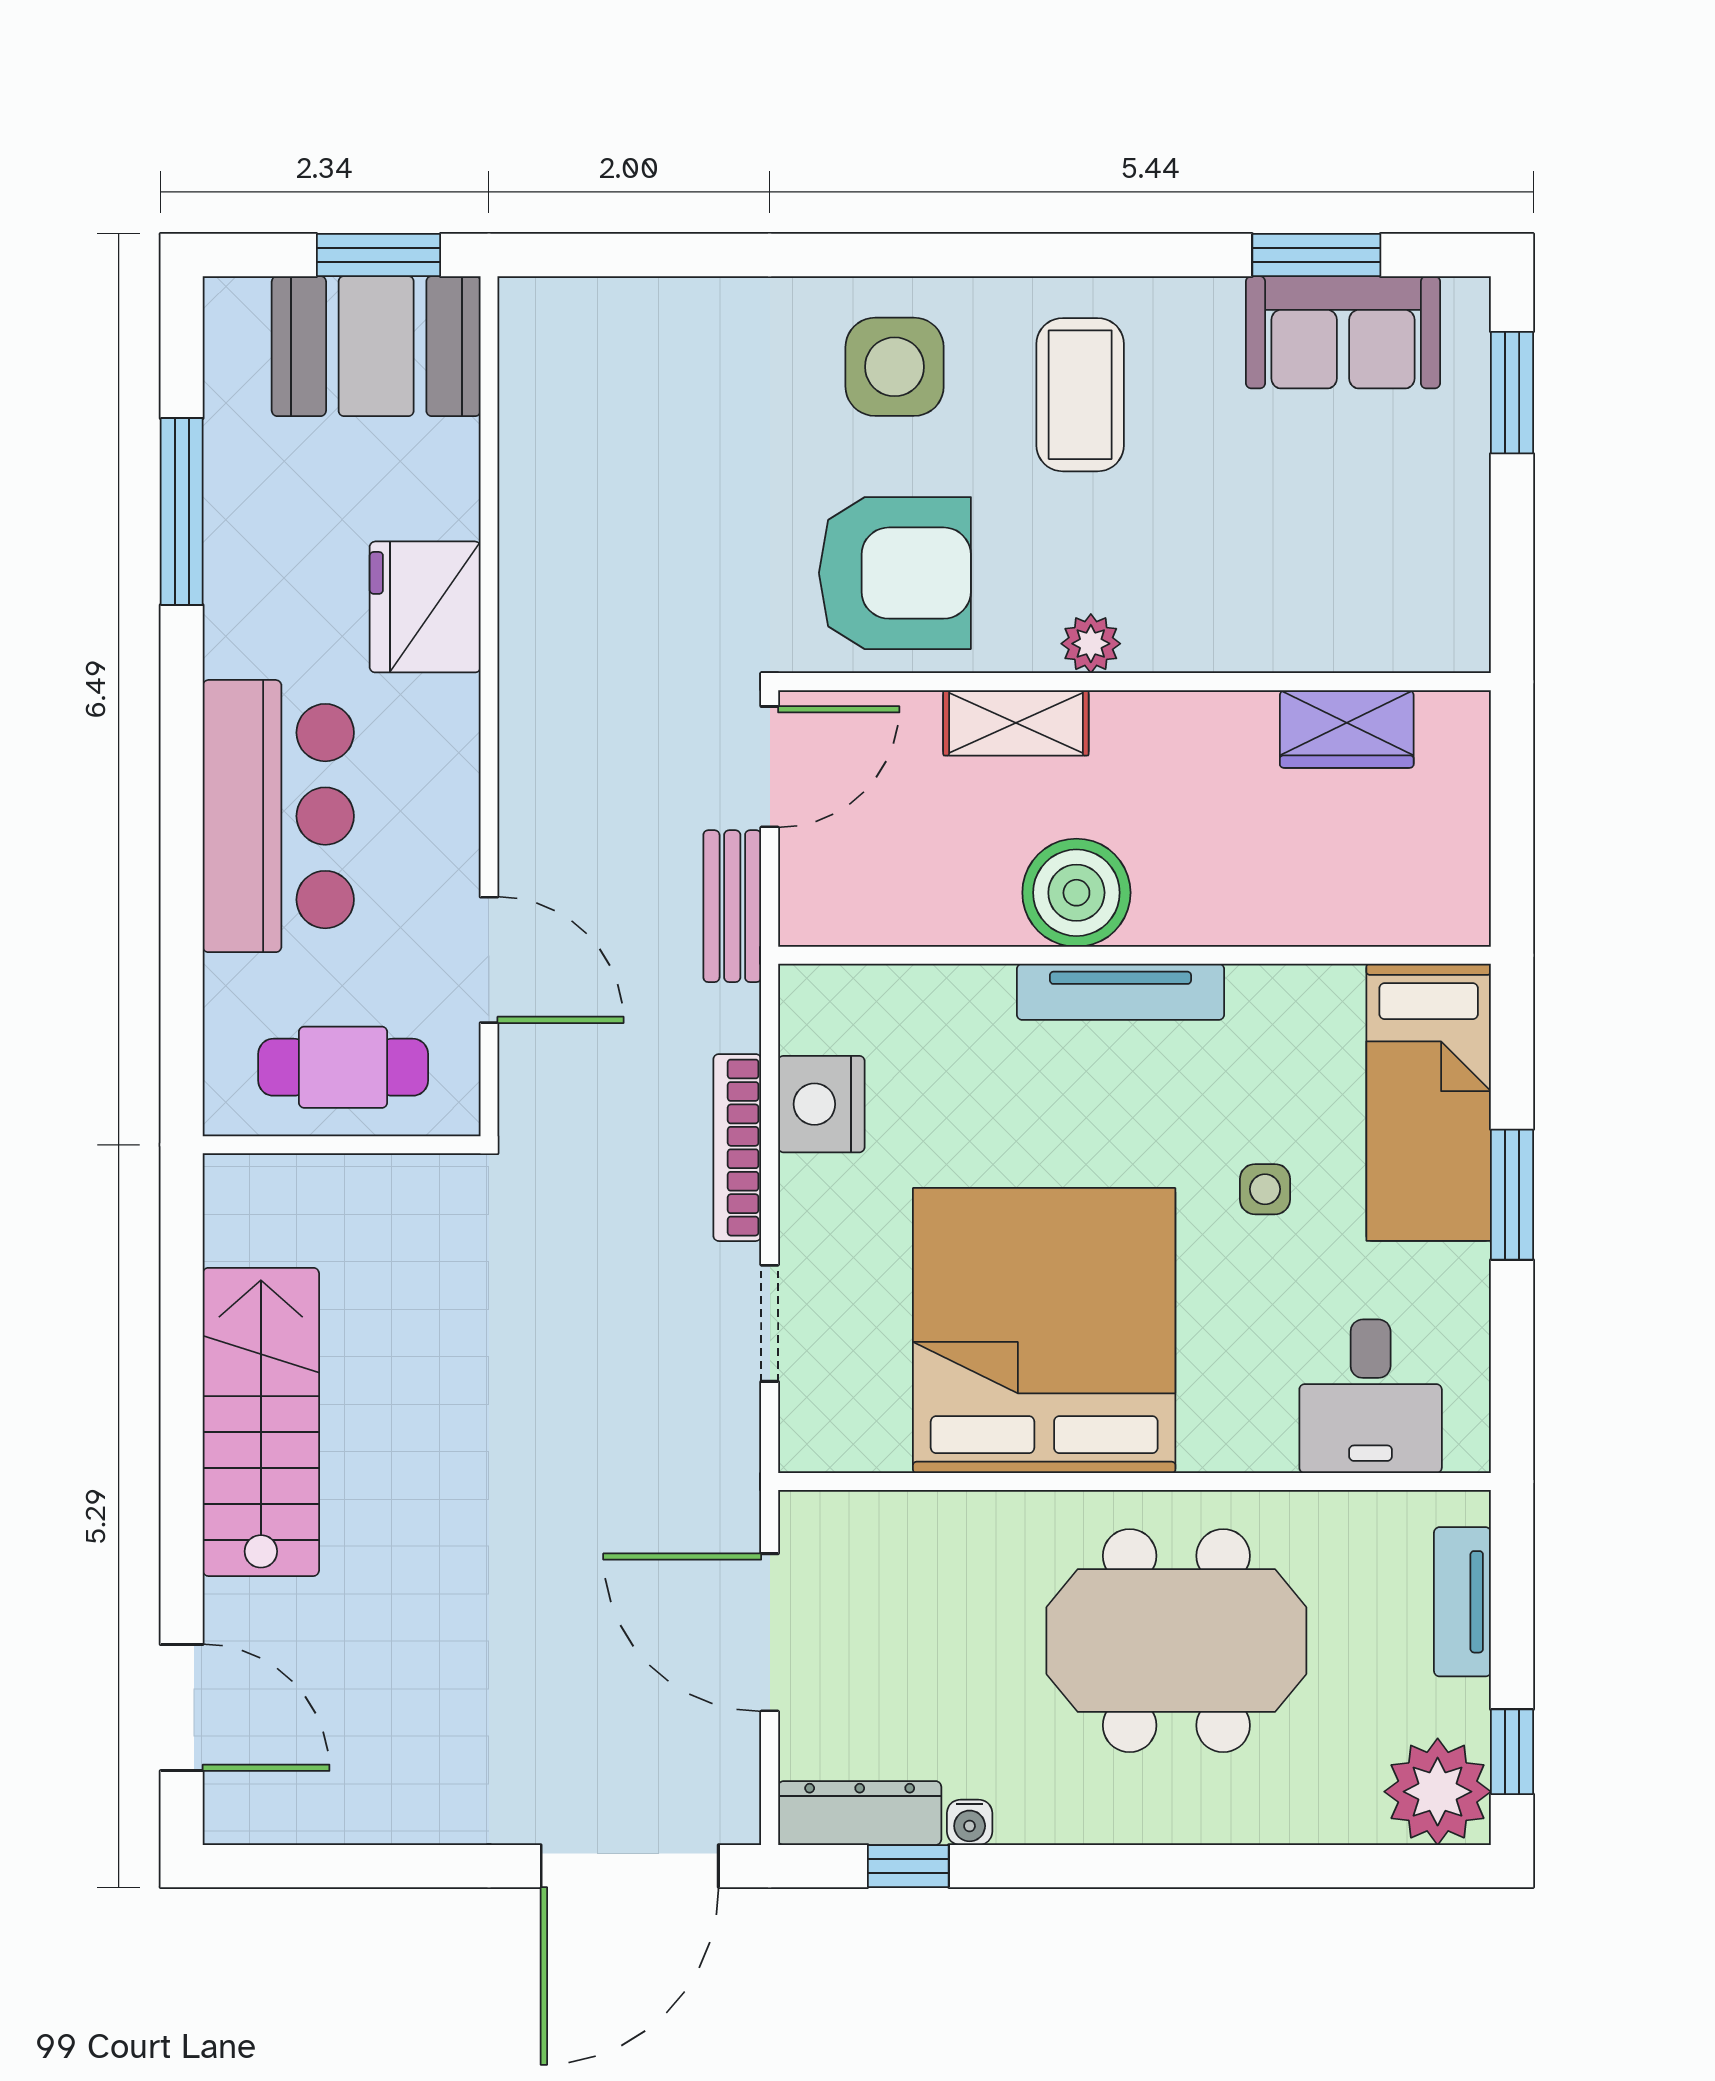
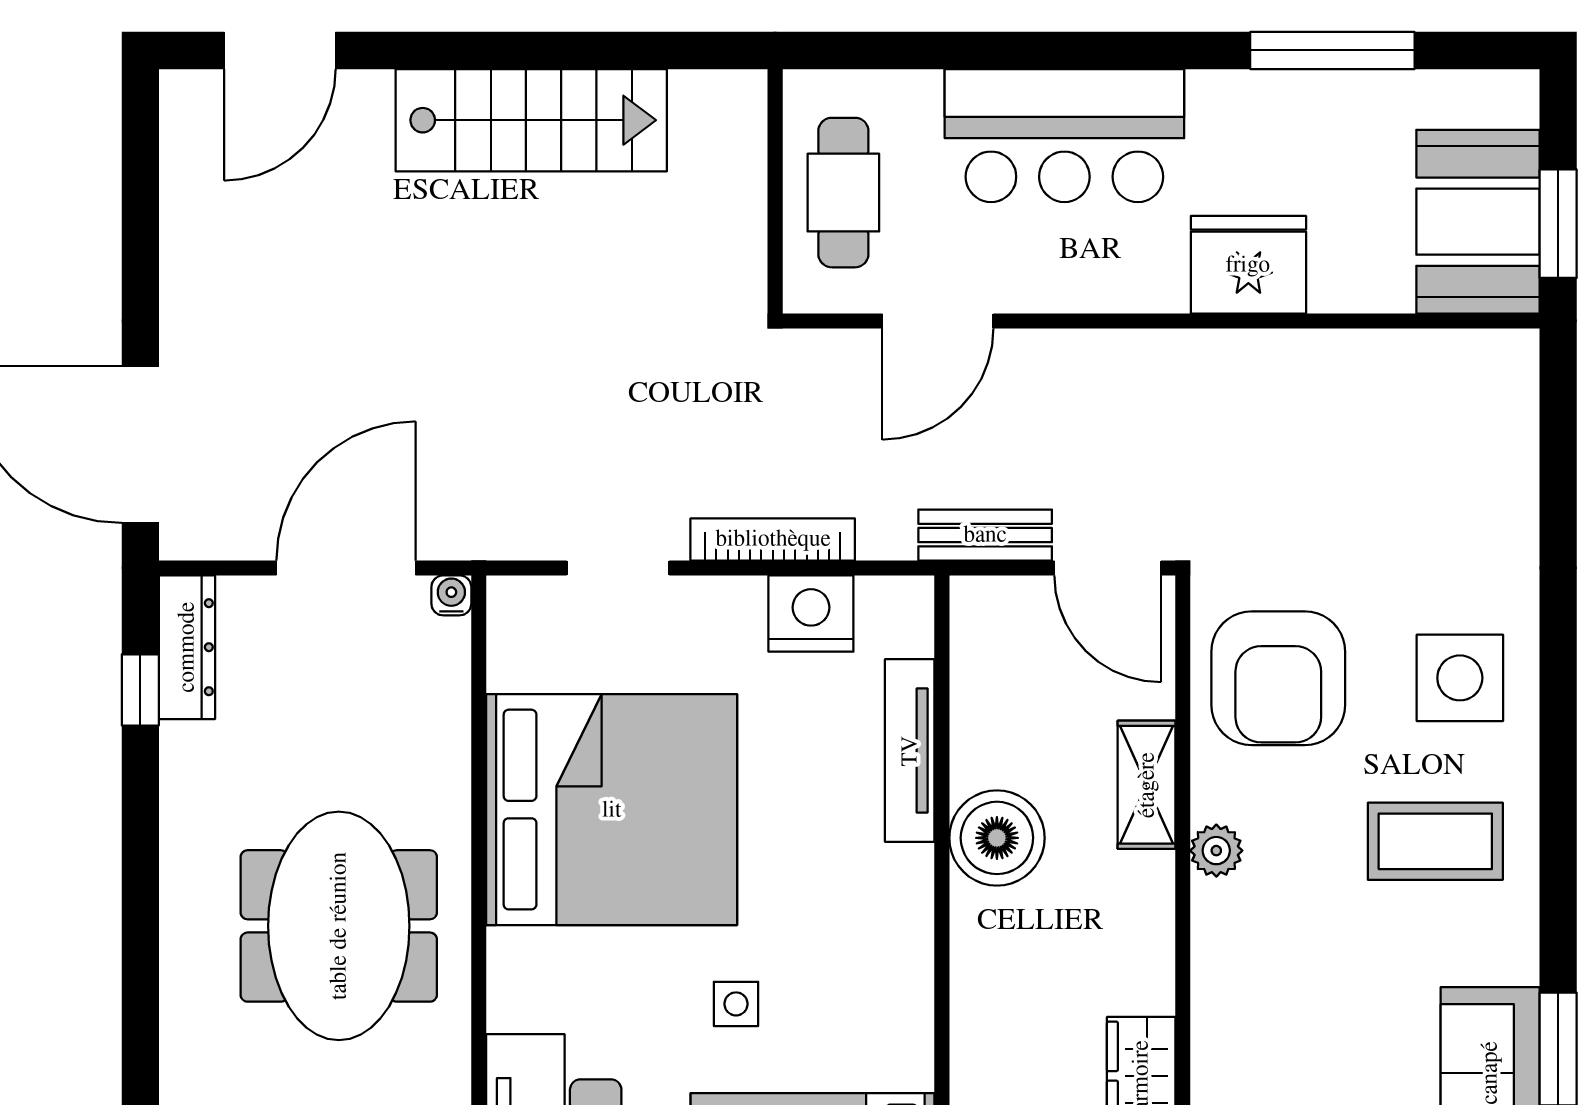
tv unit: (1120, 992) -> (910, 751), moved
water cooler: (970, 1822) -> (451, 595), moved, turned 90

